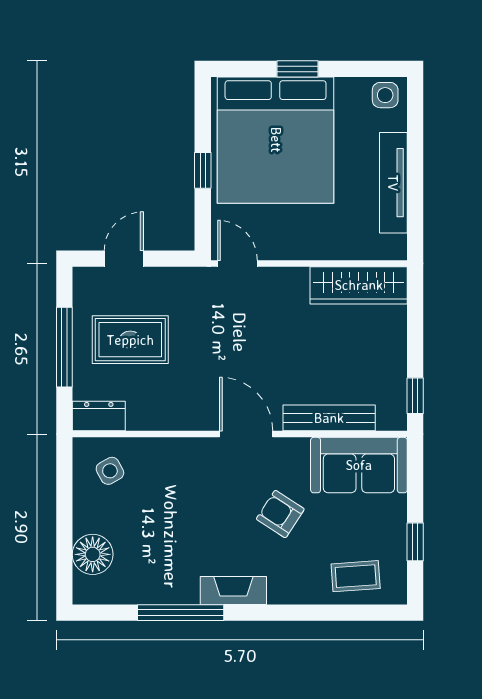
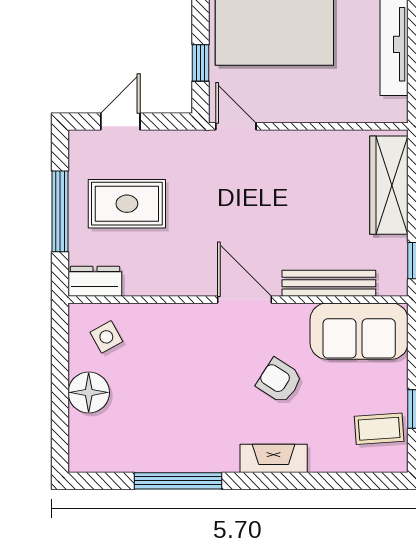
window: (203, 170) -> (201, 63), moved
wardrobe: (359, 285) -> (389, 185), moved, turned 90
floor lamp: (93, 554) -> (89, 392), moved
coffee table: (356, 576) -> (379, 429), moved
fireplace: (233, 590) -> (274, 458), moved

